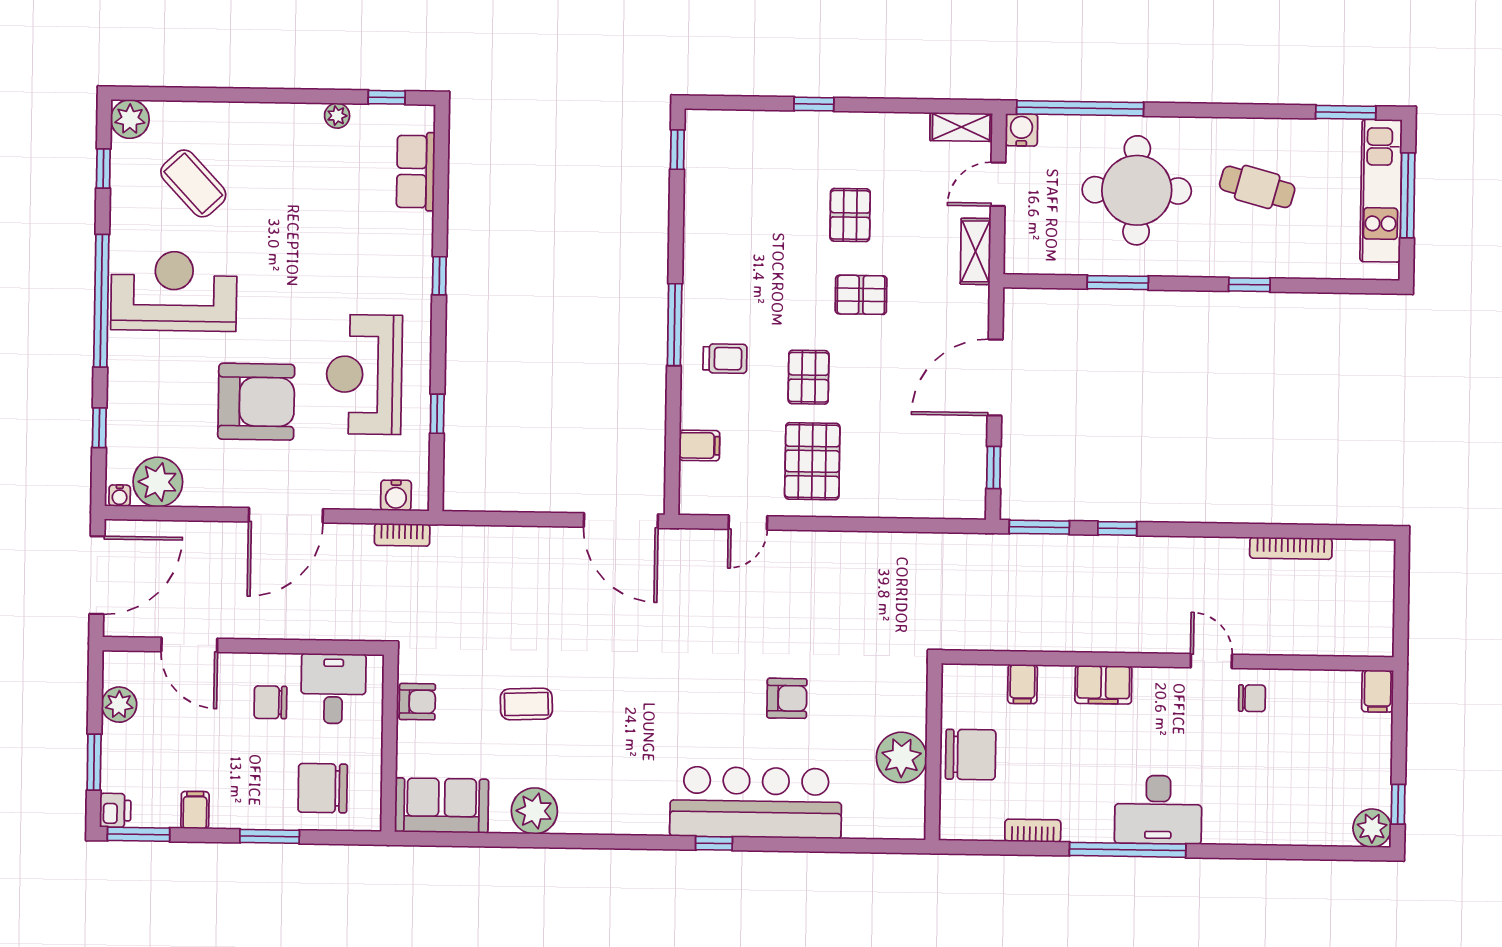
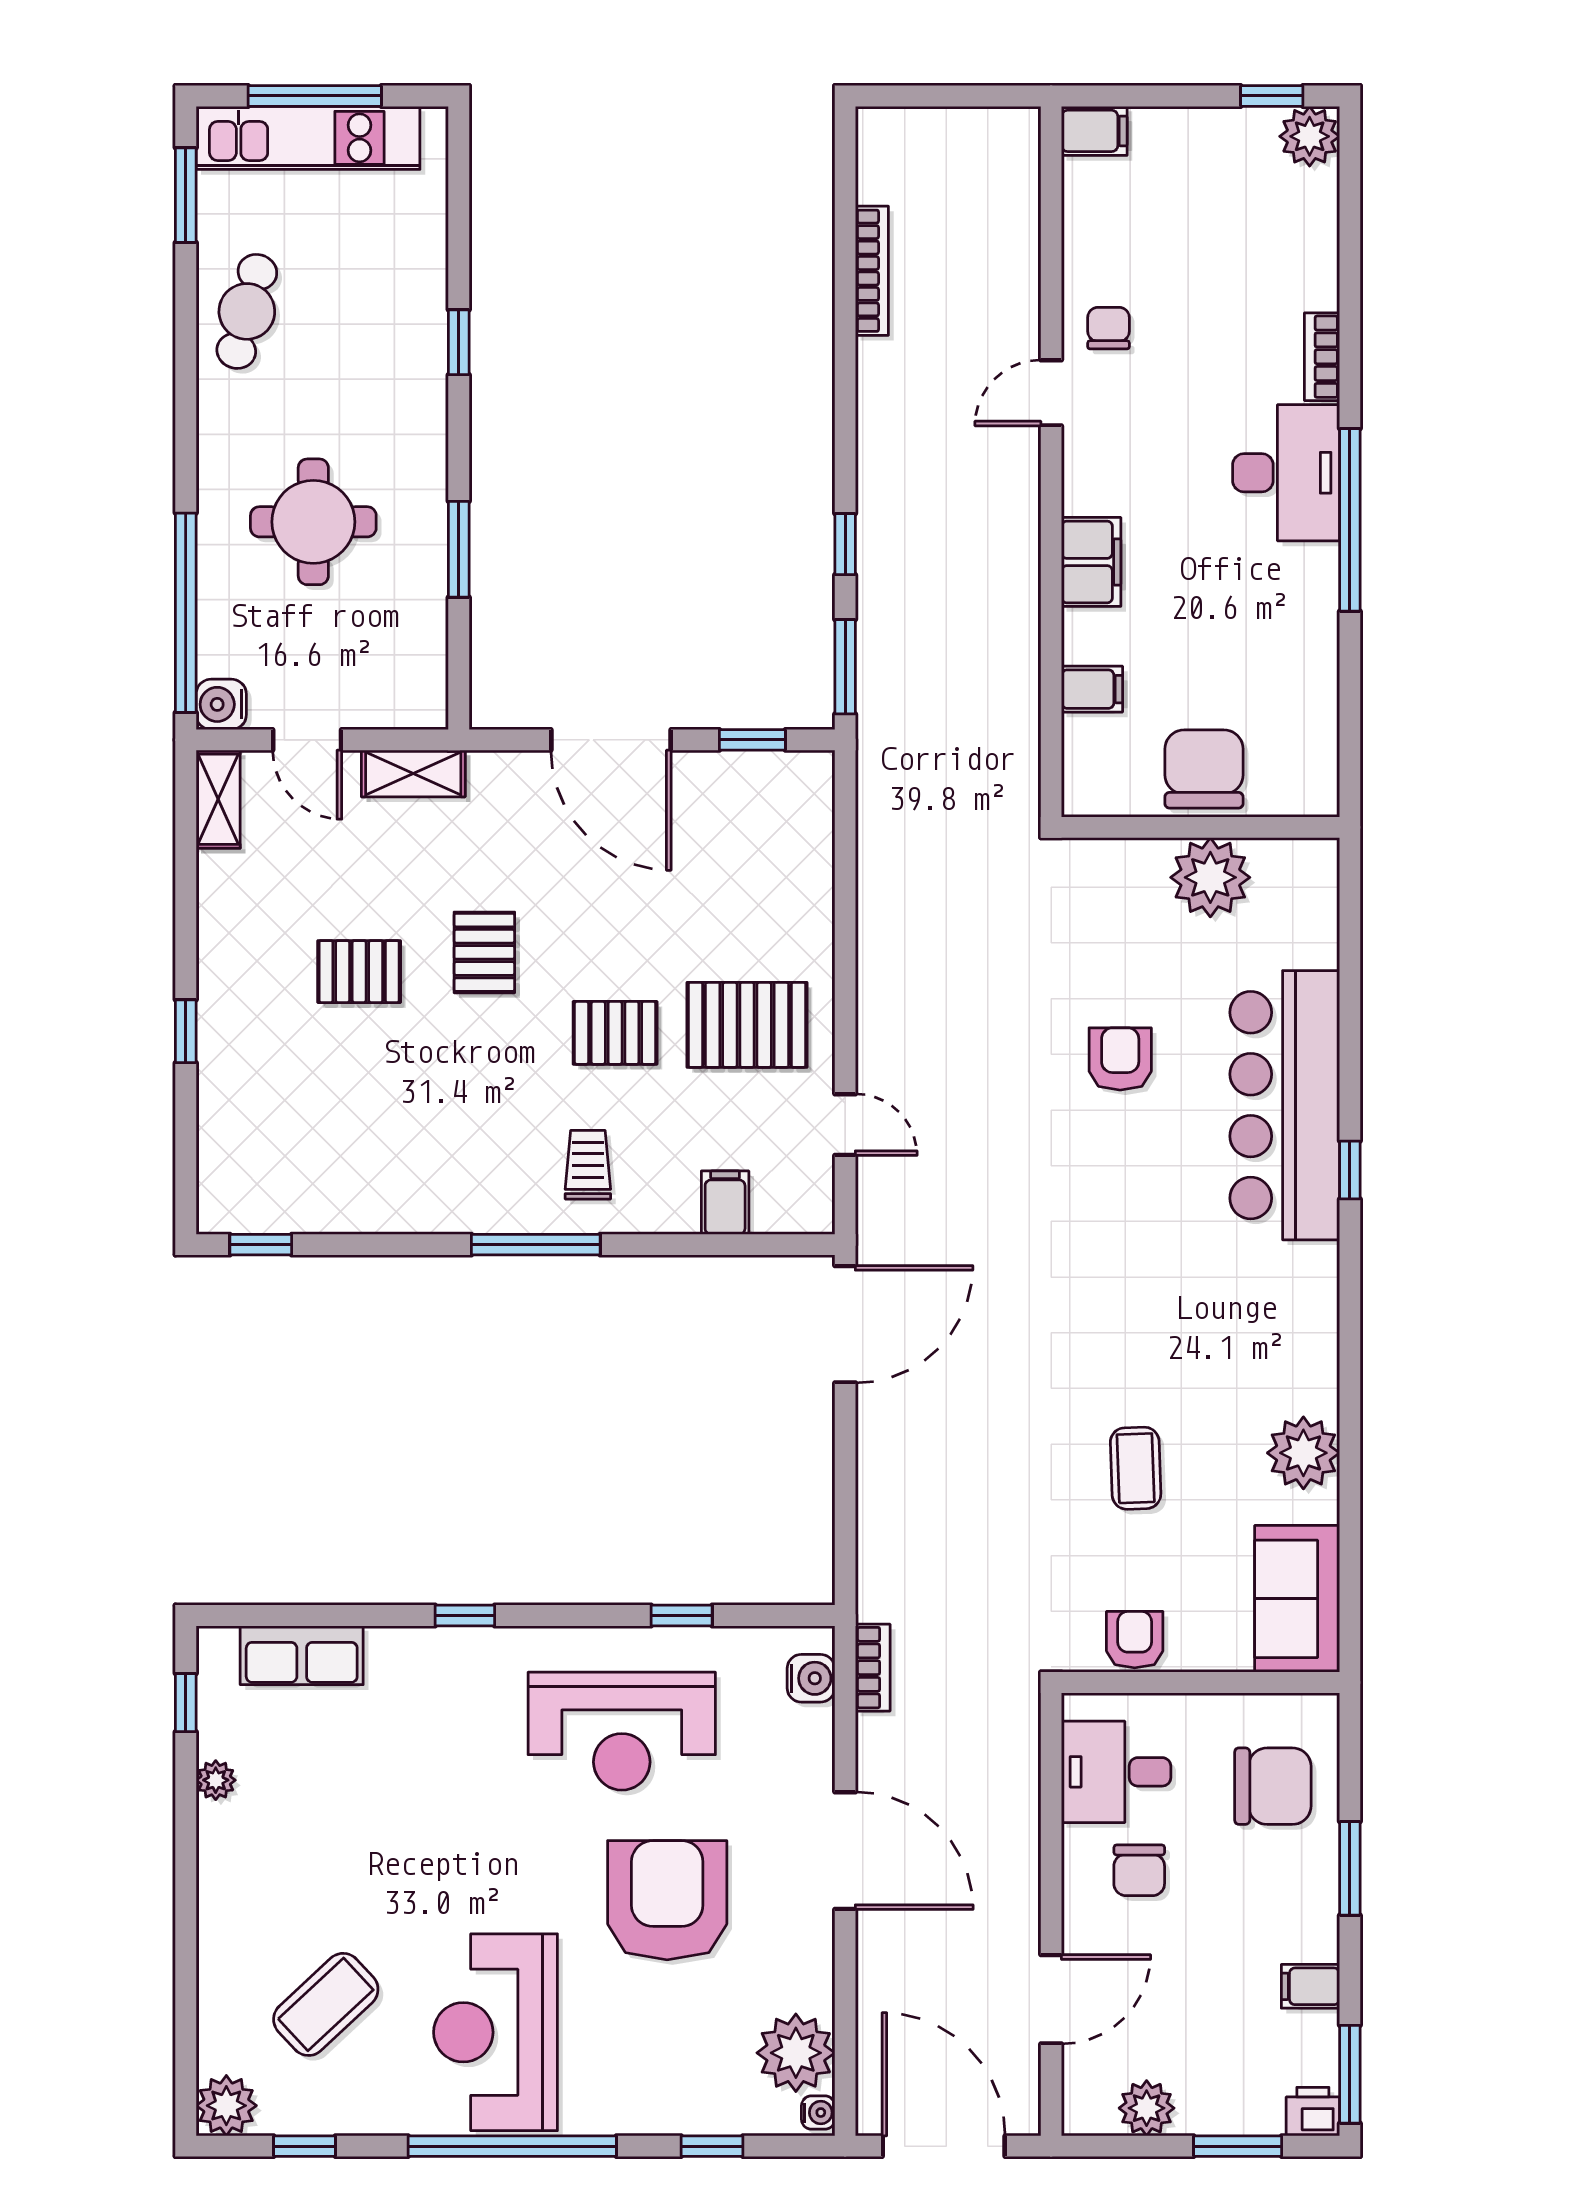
cafe table: (1257, 187) -> (247, 311), moved
round table: (1137, 190) -> (313, 522), width x0.73, depth x0.73
chair: (323, 788) -> (1273, 1786), turned -90
bookcase: (1033, 831) -> (1322, 357), moved

